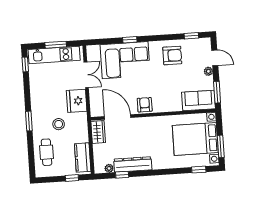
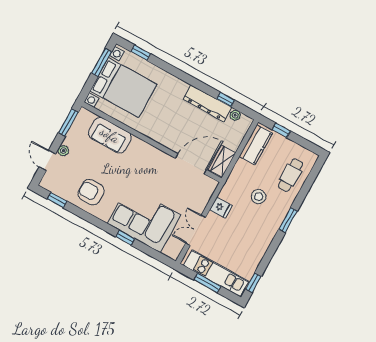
fridge: (77, 101) -> (221, 208), width x0.53, depth x0.75
sofa: (198, 101) -> (110, 135), moved
armchair: (145, 105) -> (154, 159), removed
door: (118, 117) -> (191, 164), swing flipped

